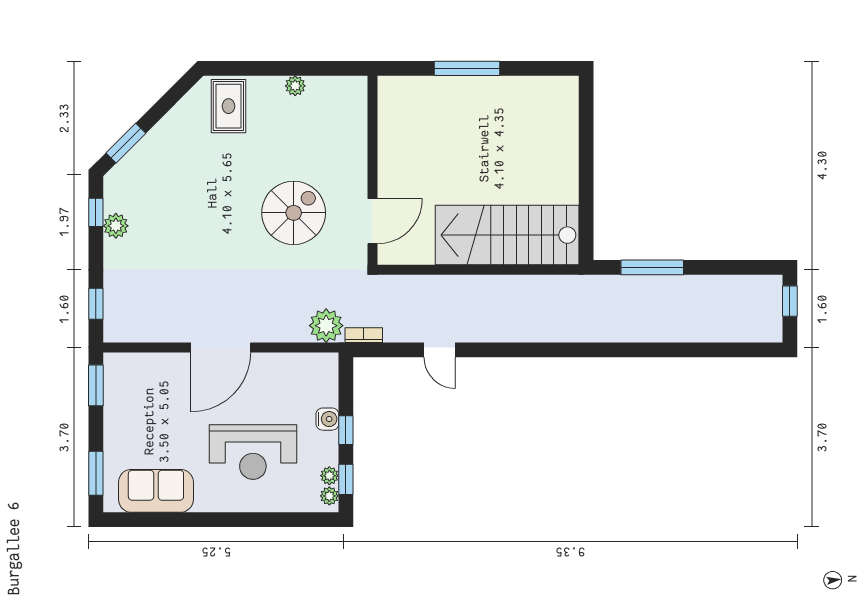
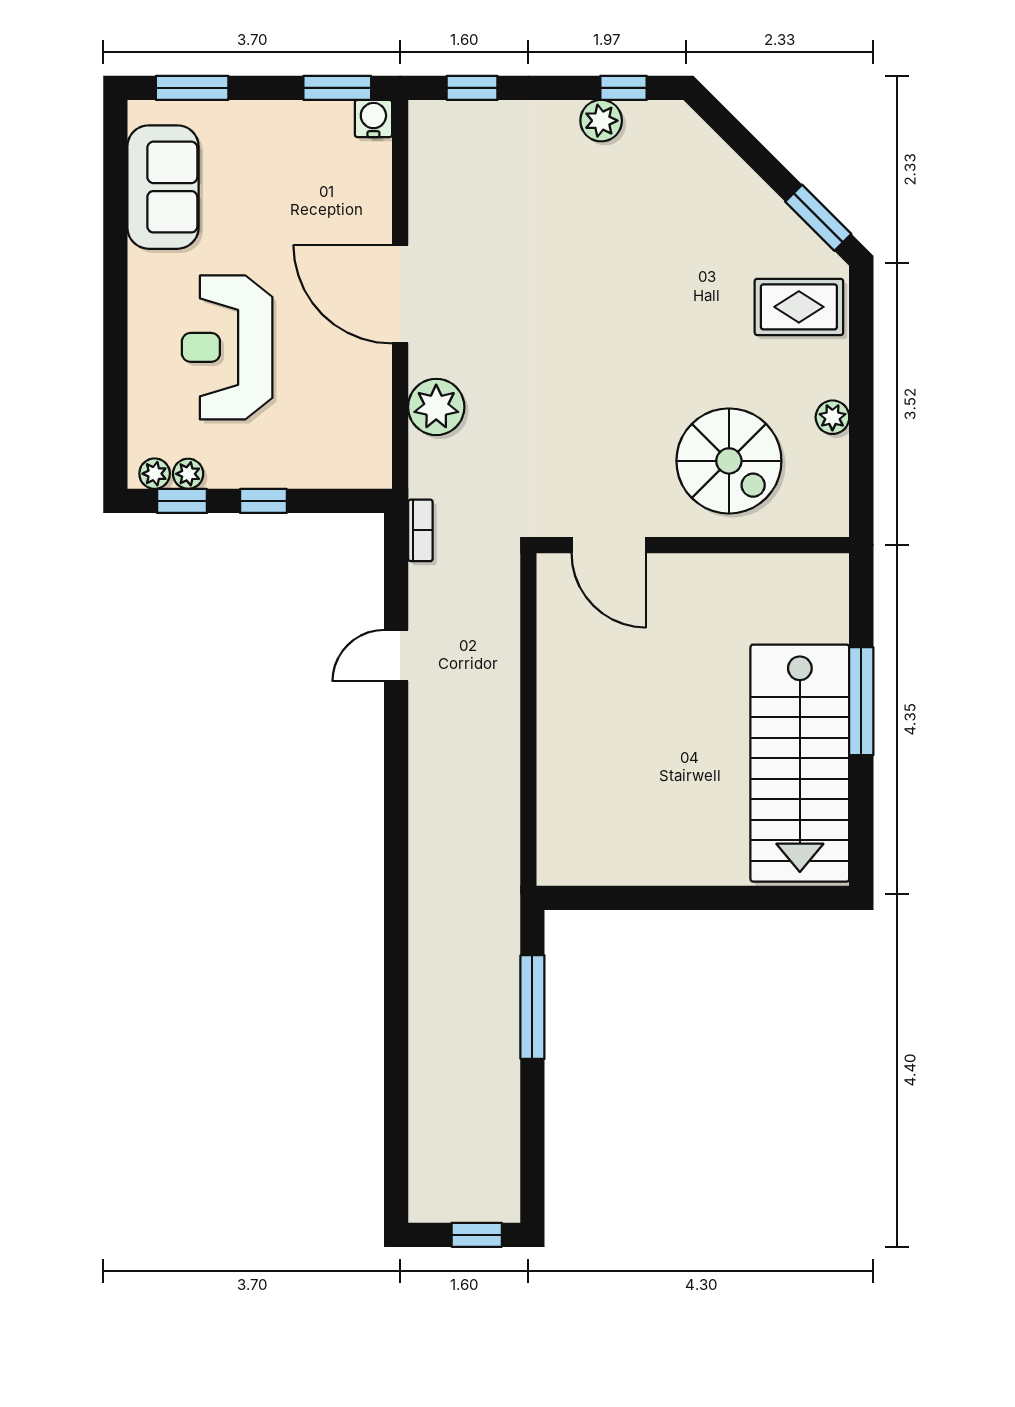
window: (126, 143) -> (818, 218), moved
spiral stairs: (294, 213) -> (729, 461), moved
stairs: (507, 235) -> (800, 763), moved, turned 180
plant: (326, 326) -> (436, 407), moved
water cooler: (327, 419) -> (373, 119), moved, turned 180

